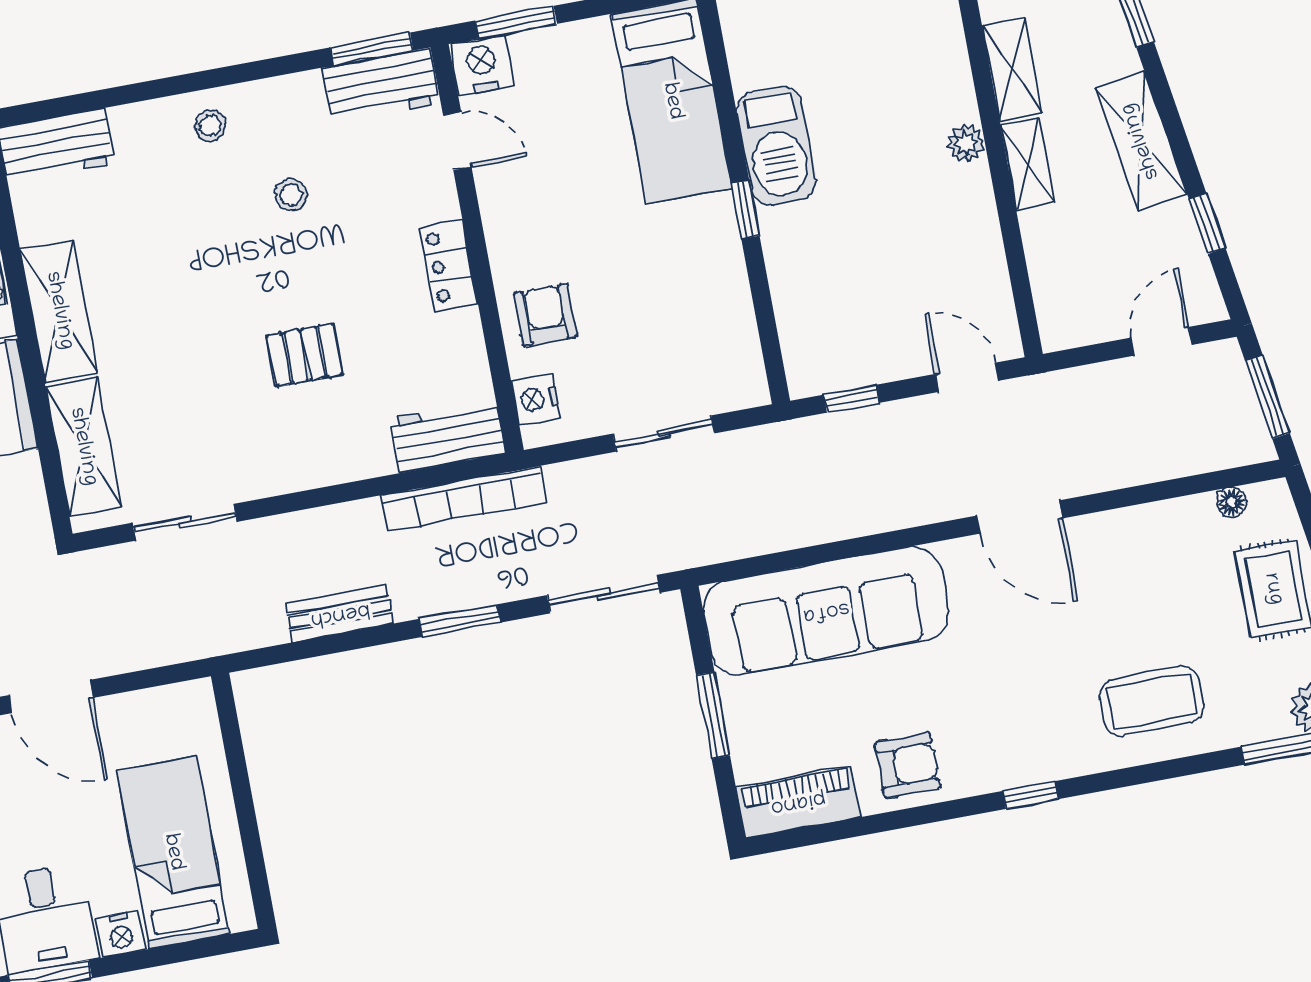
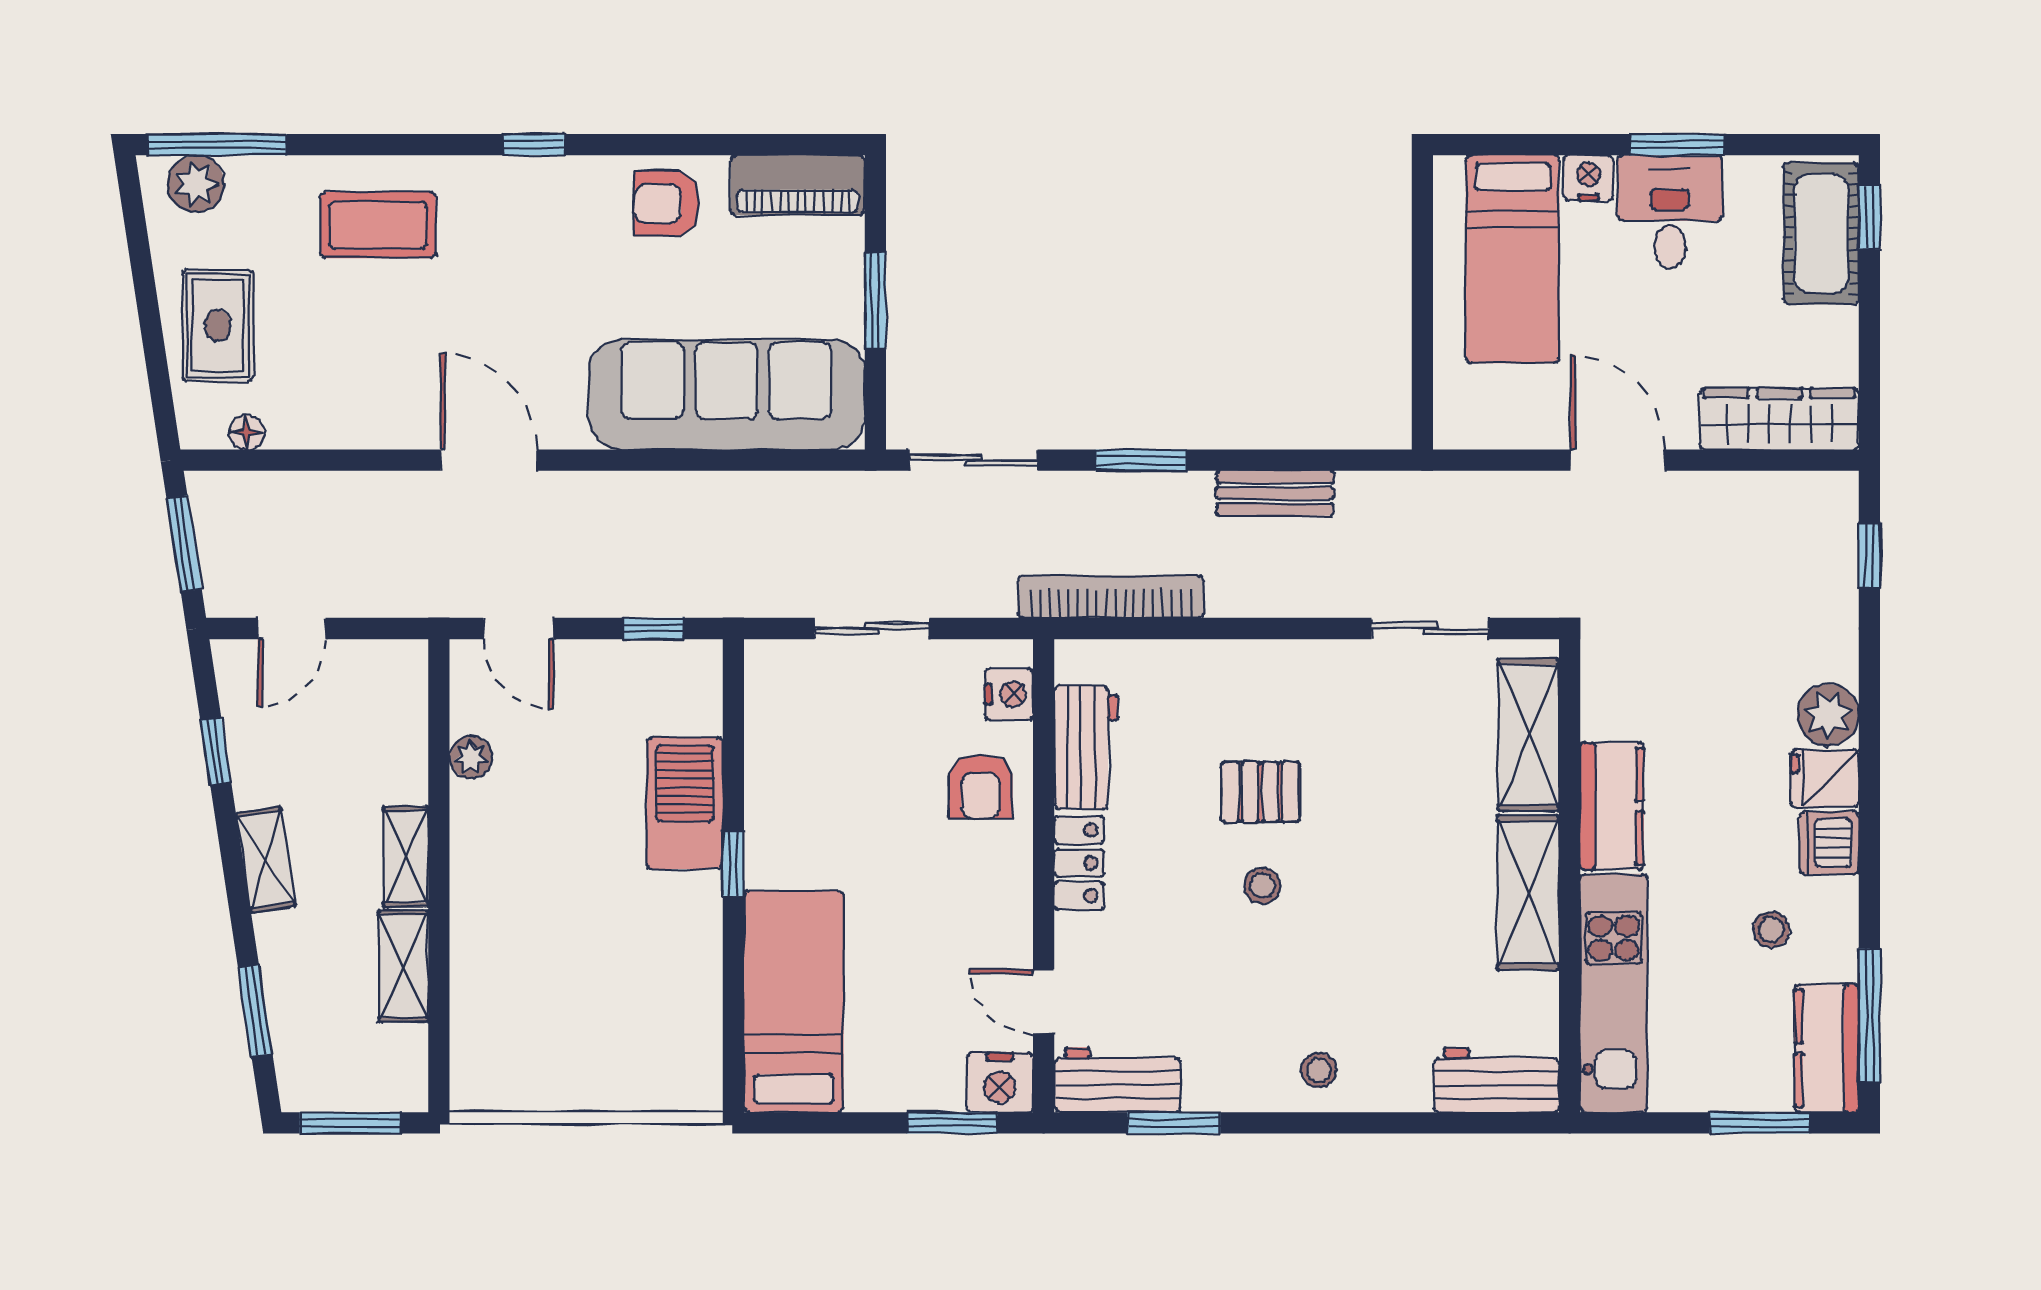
window: (372, 49) -> (1174, 1123), moved
shelving: (1141, 141) -> (266, 860), width x0.67, depth x0.75
plant: (966, 143) -> (471, 757), moved
barbecue: (777, 146) -> (685, 803), moved
stool: (291, 195) -> (1263, 886), moved
workbench: (448, 436) -> (1086, 747), moved, turned -90

